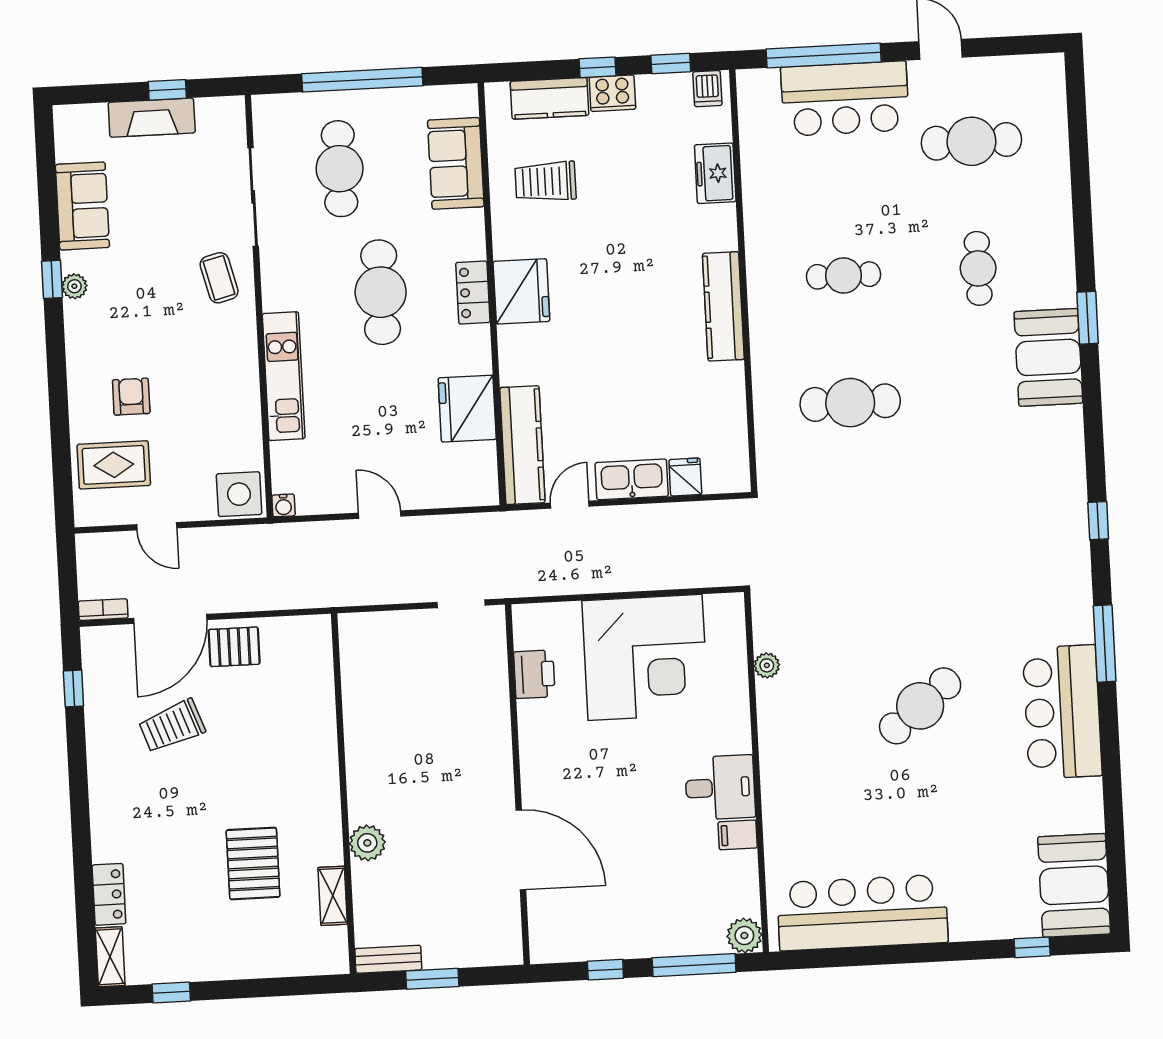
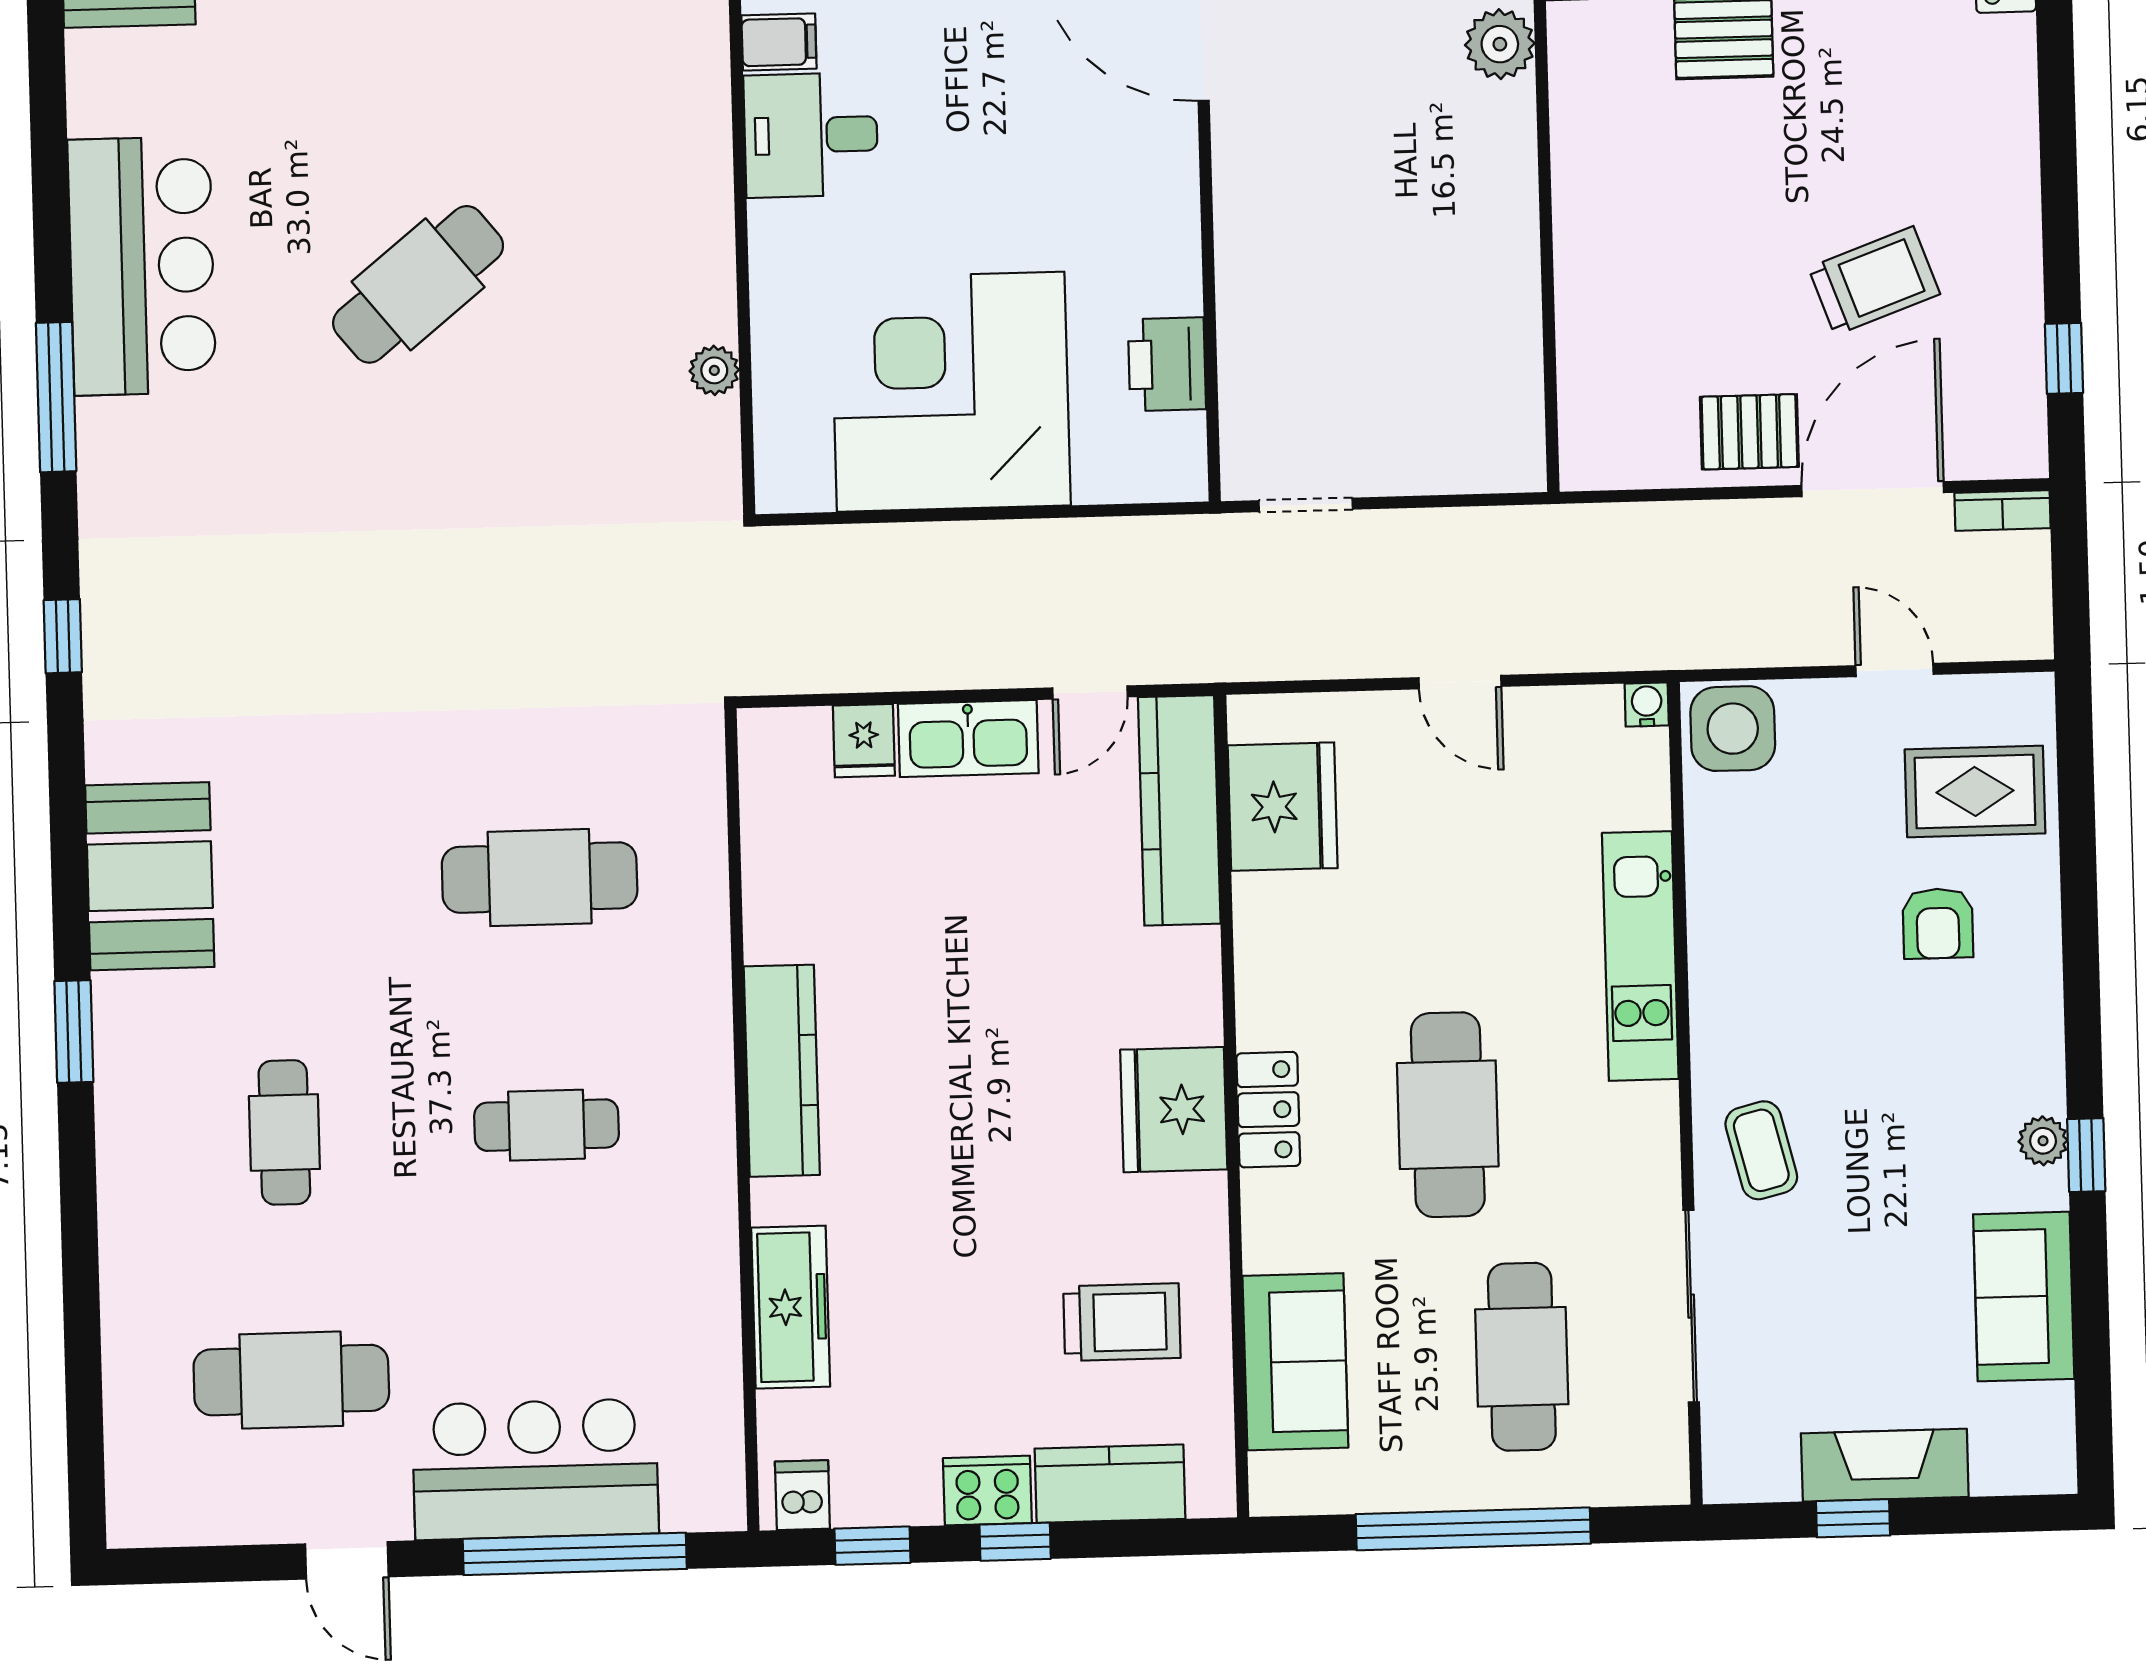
freezer: (715, 173) -> (791, 1307), width x1.40
booth: (1048, 357) -> (150, 876), moved
fridge: (467, 409) -> (1283, 807), moved

